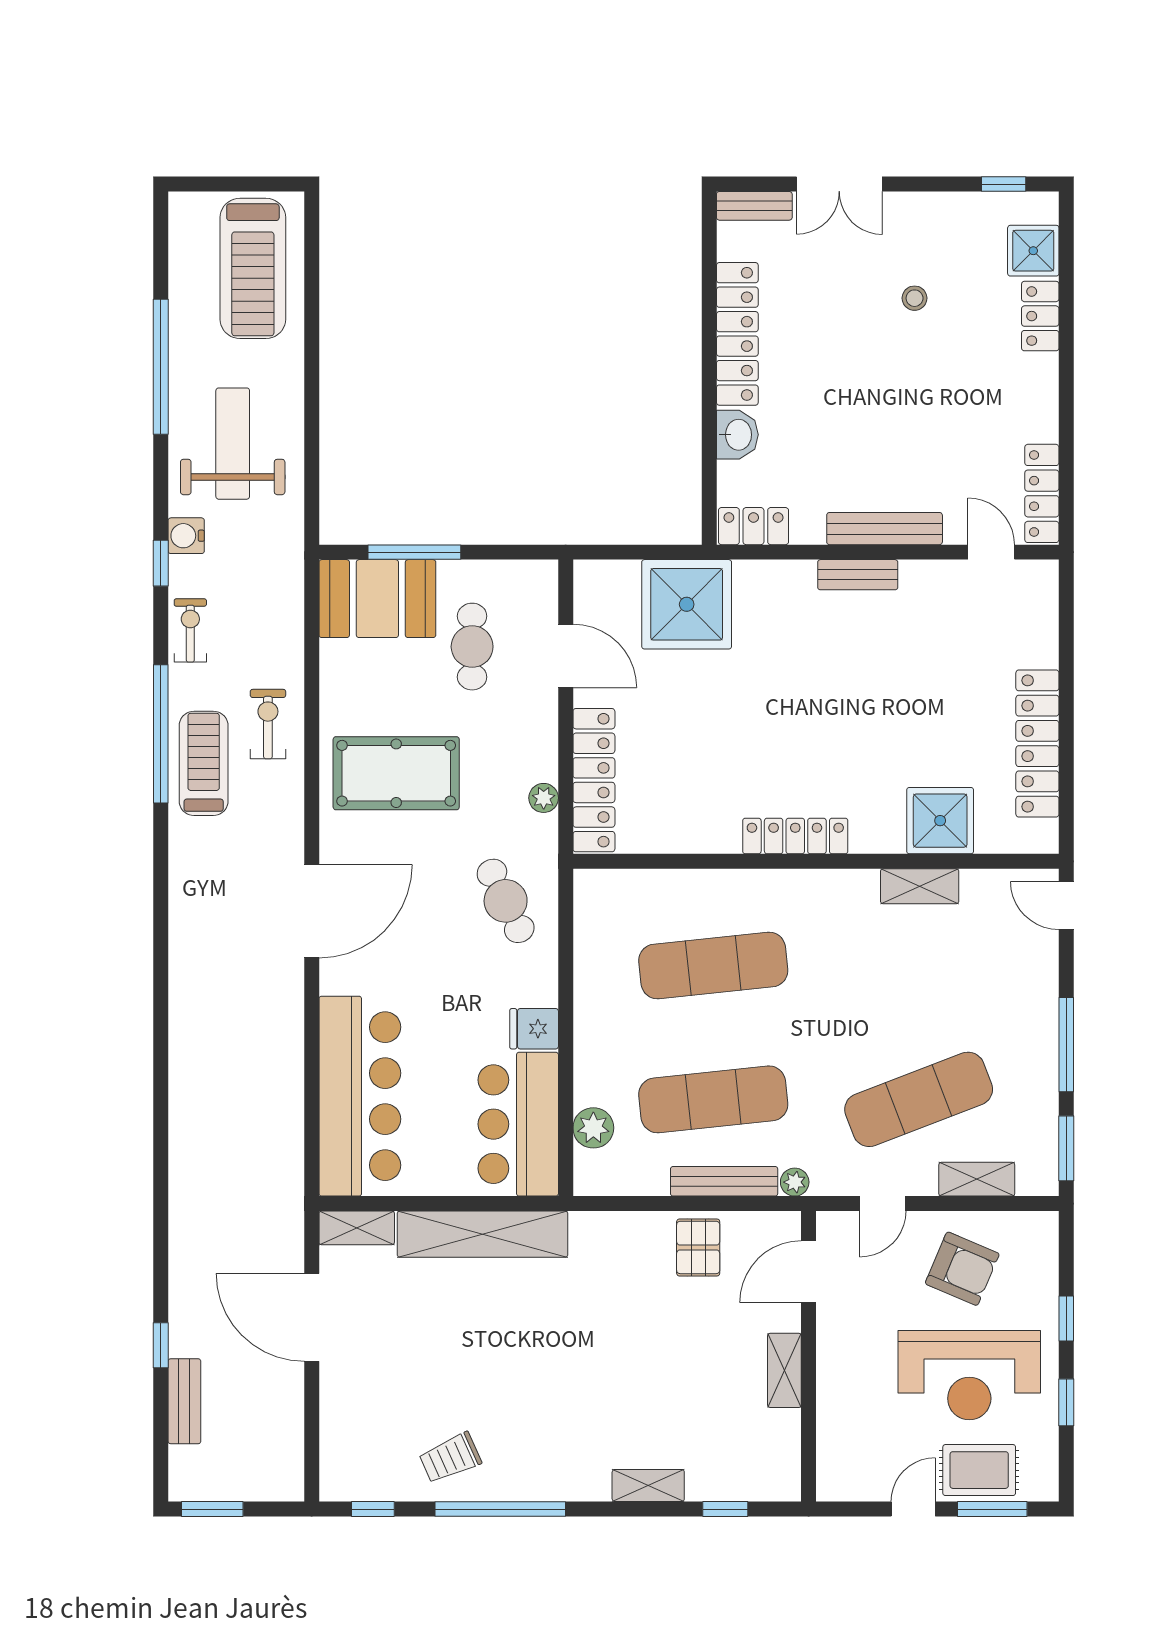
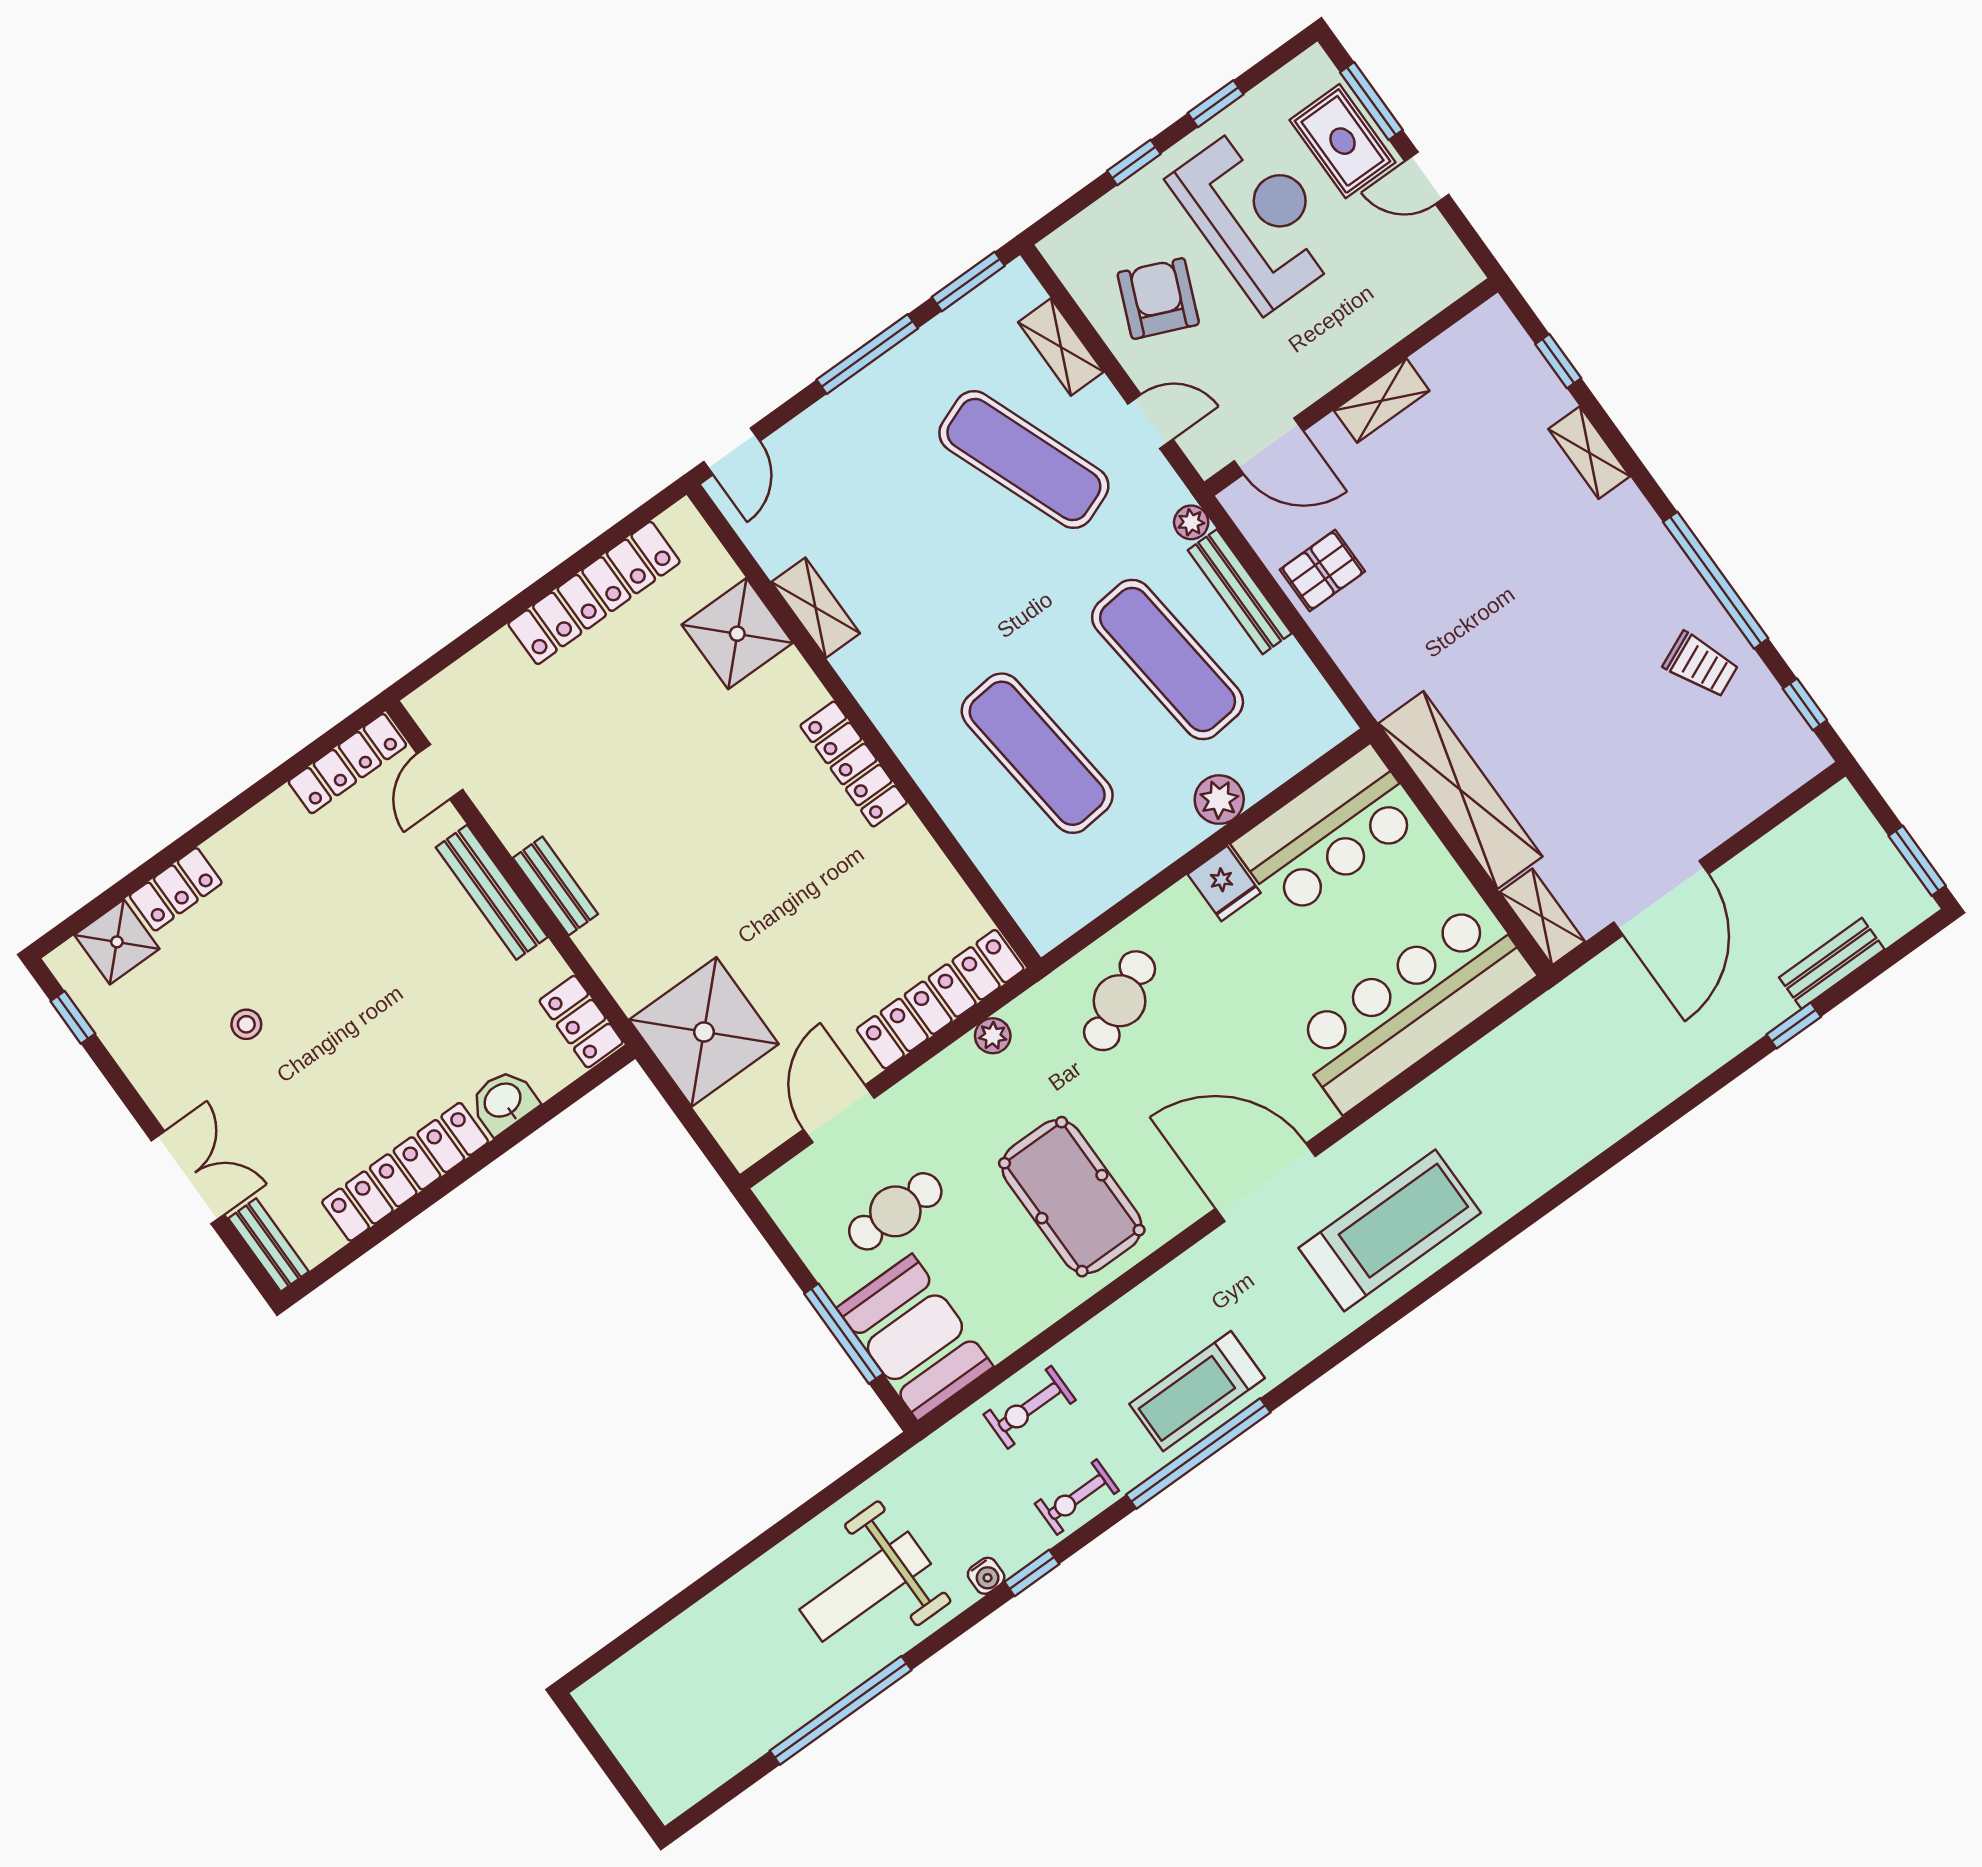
treadmill: (253, 268) -> (1390, 1230), moved
water cooler: (186, 536) -> (986, 1576), width x0.72, depth x0.72
exercise bike: (268, 724) -> (1030, 1407), moved
plant: (593, 1128) -> (1219, 800), moved

